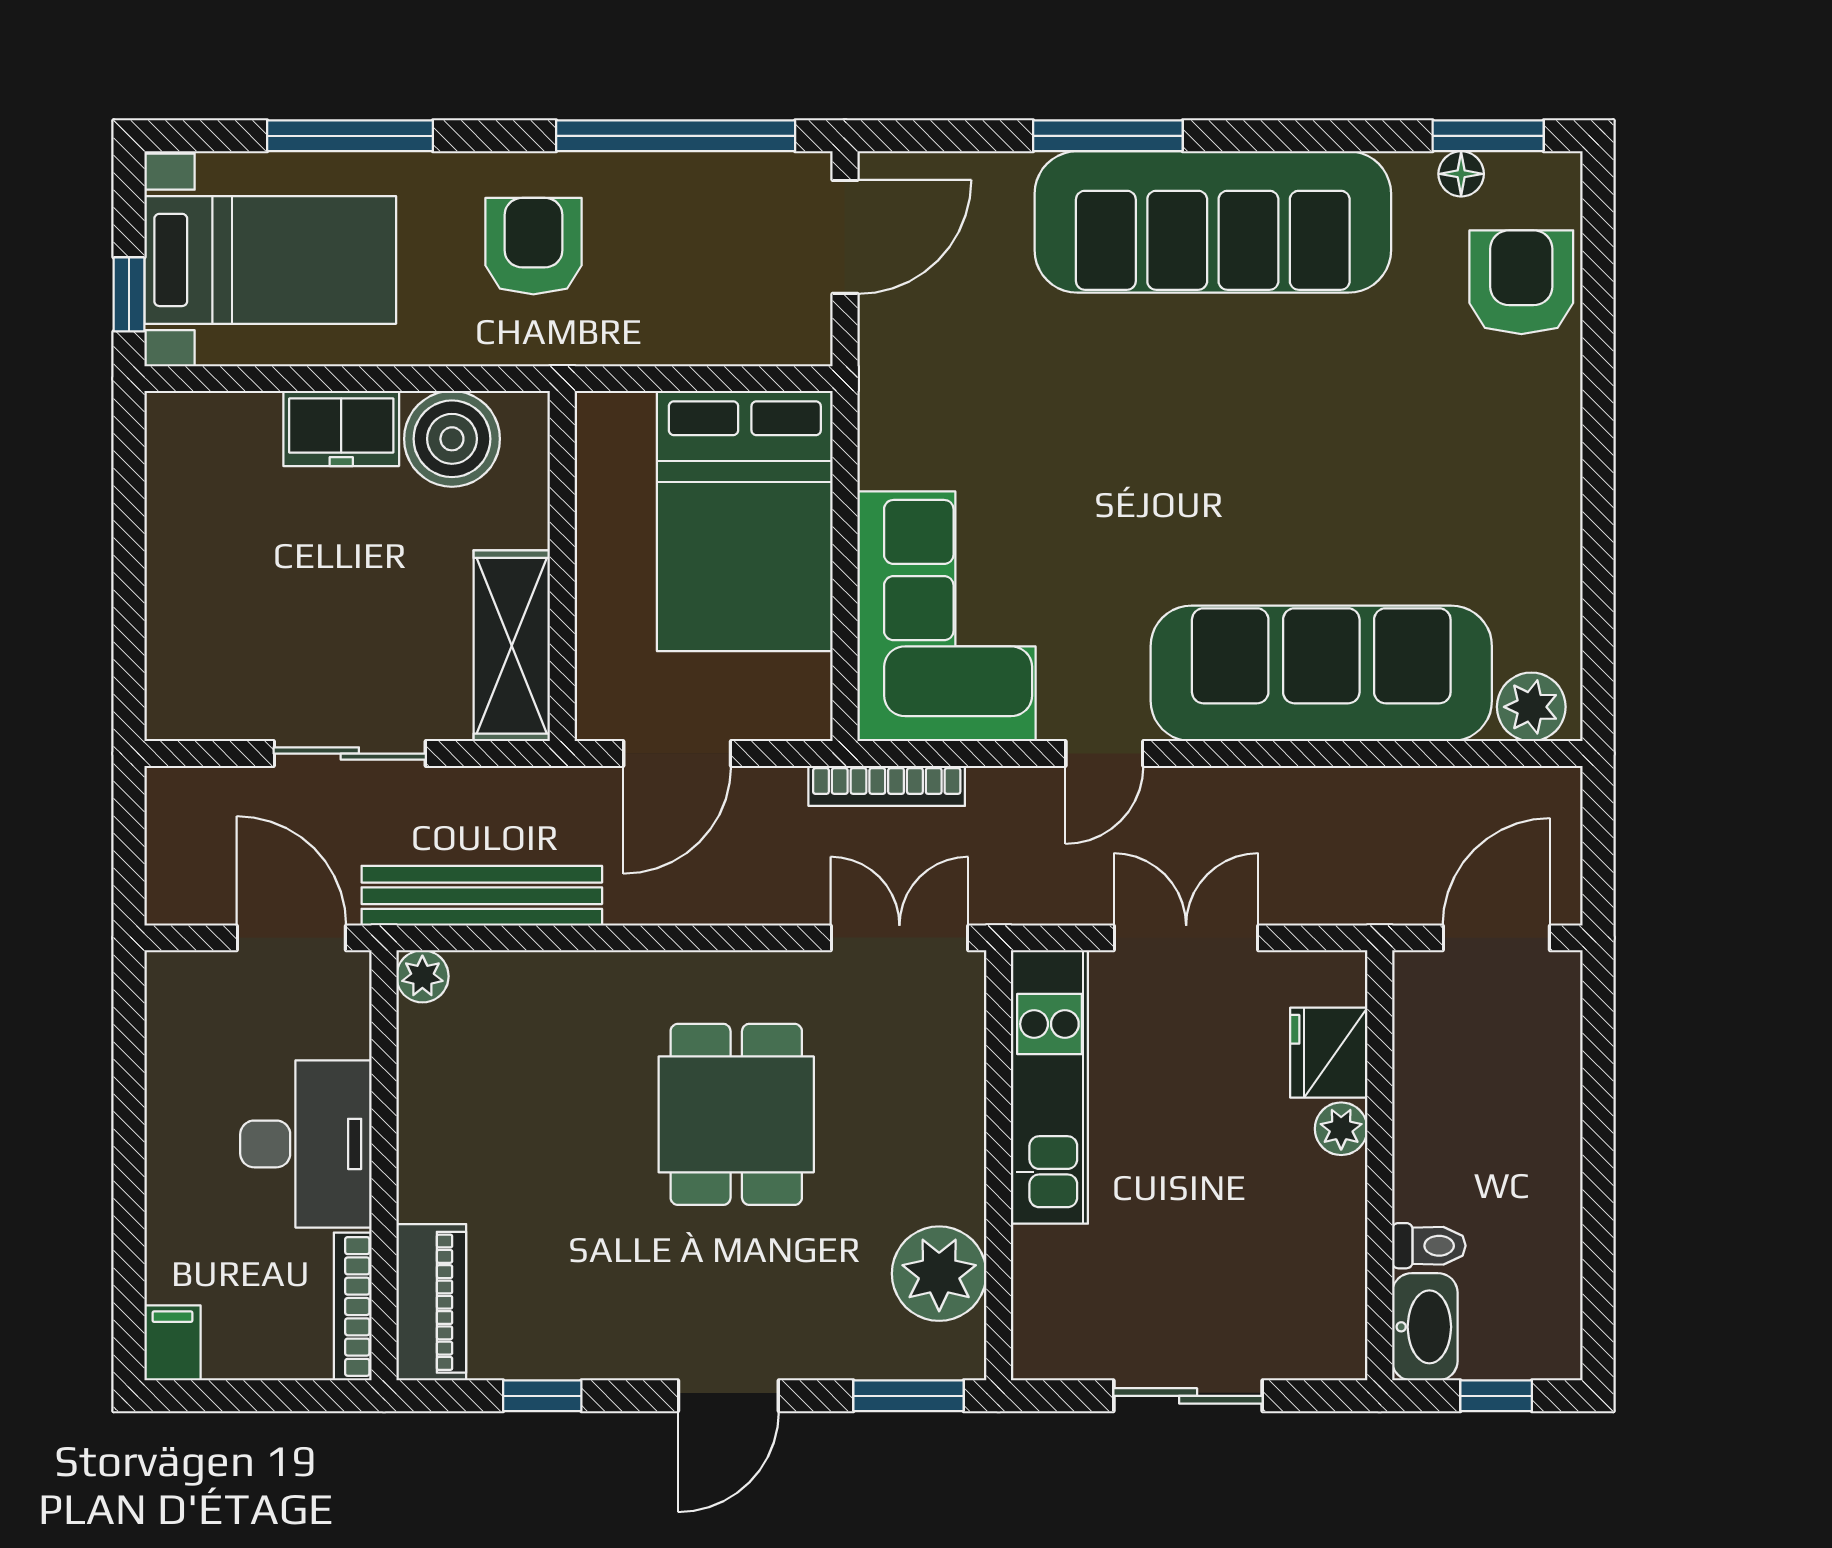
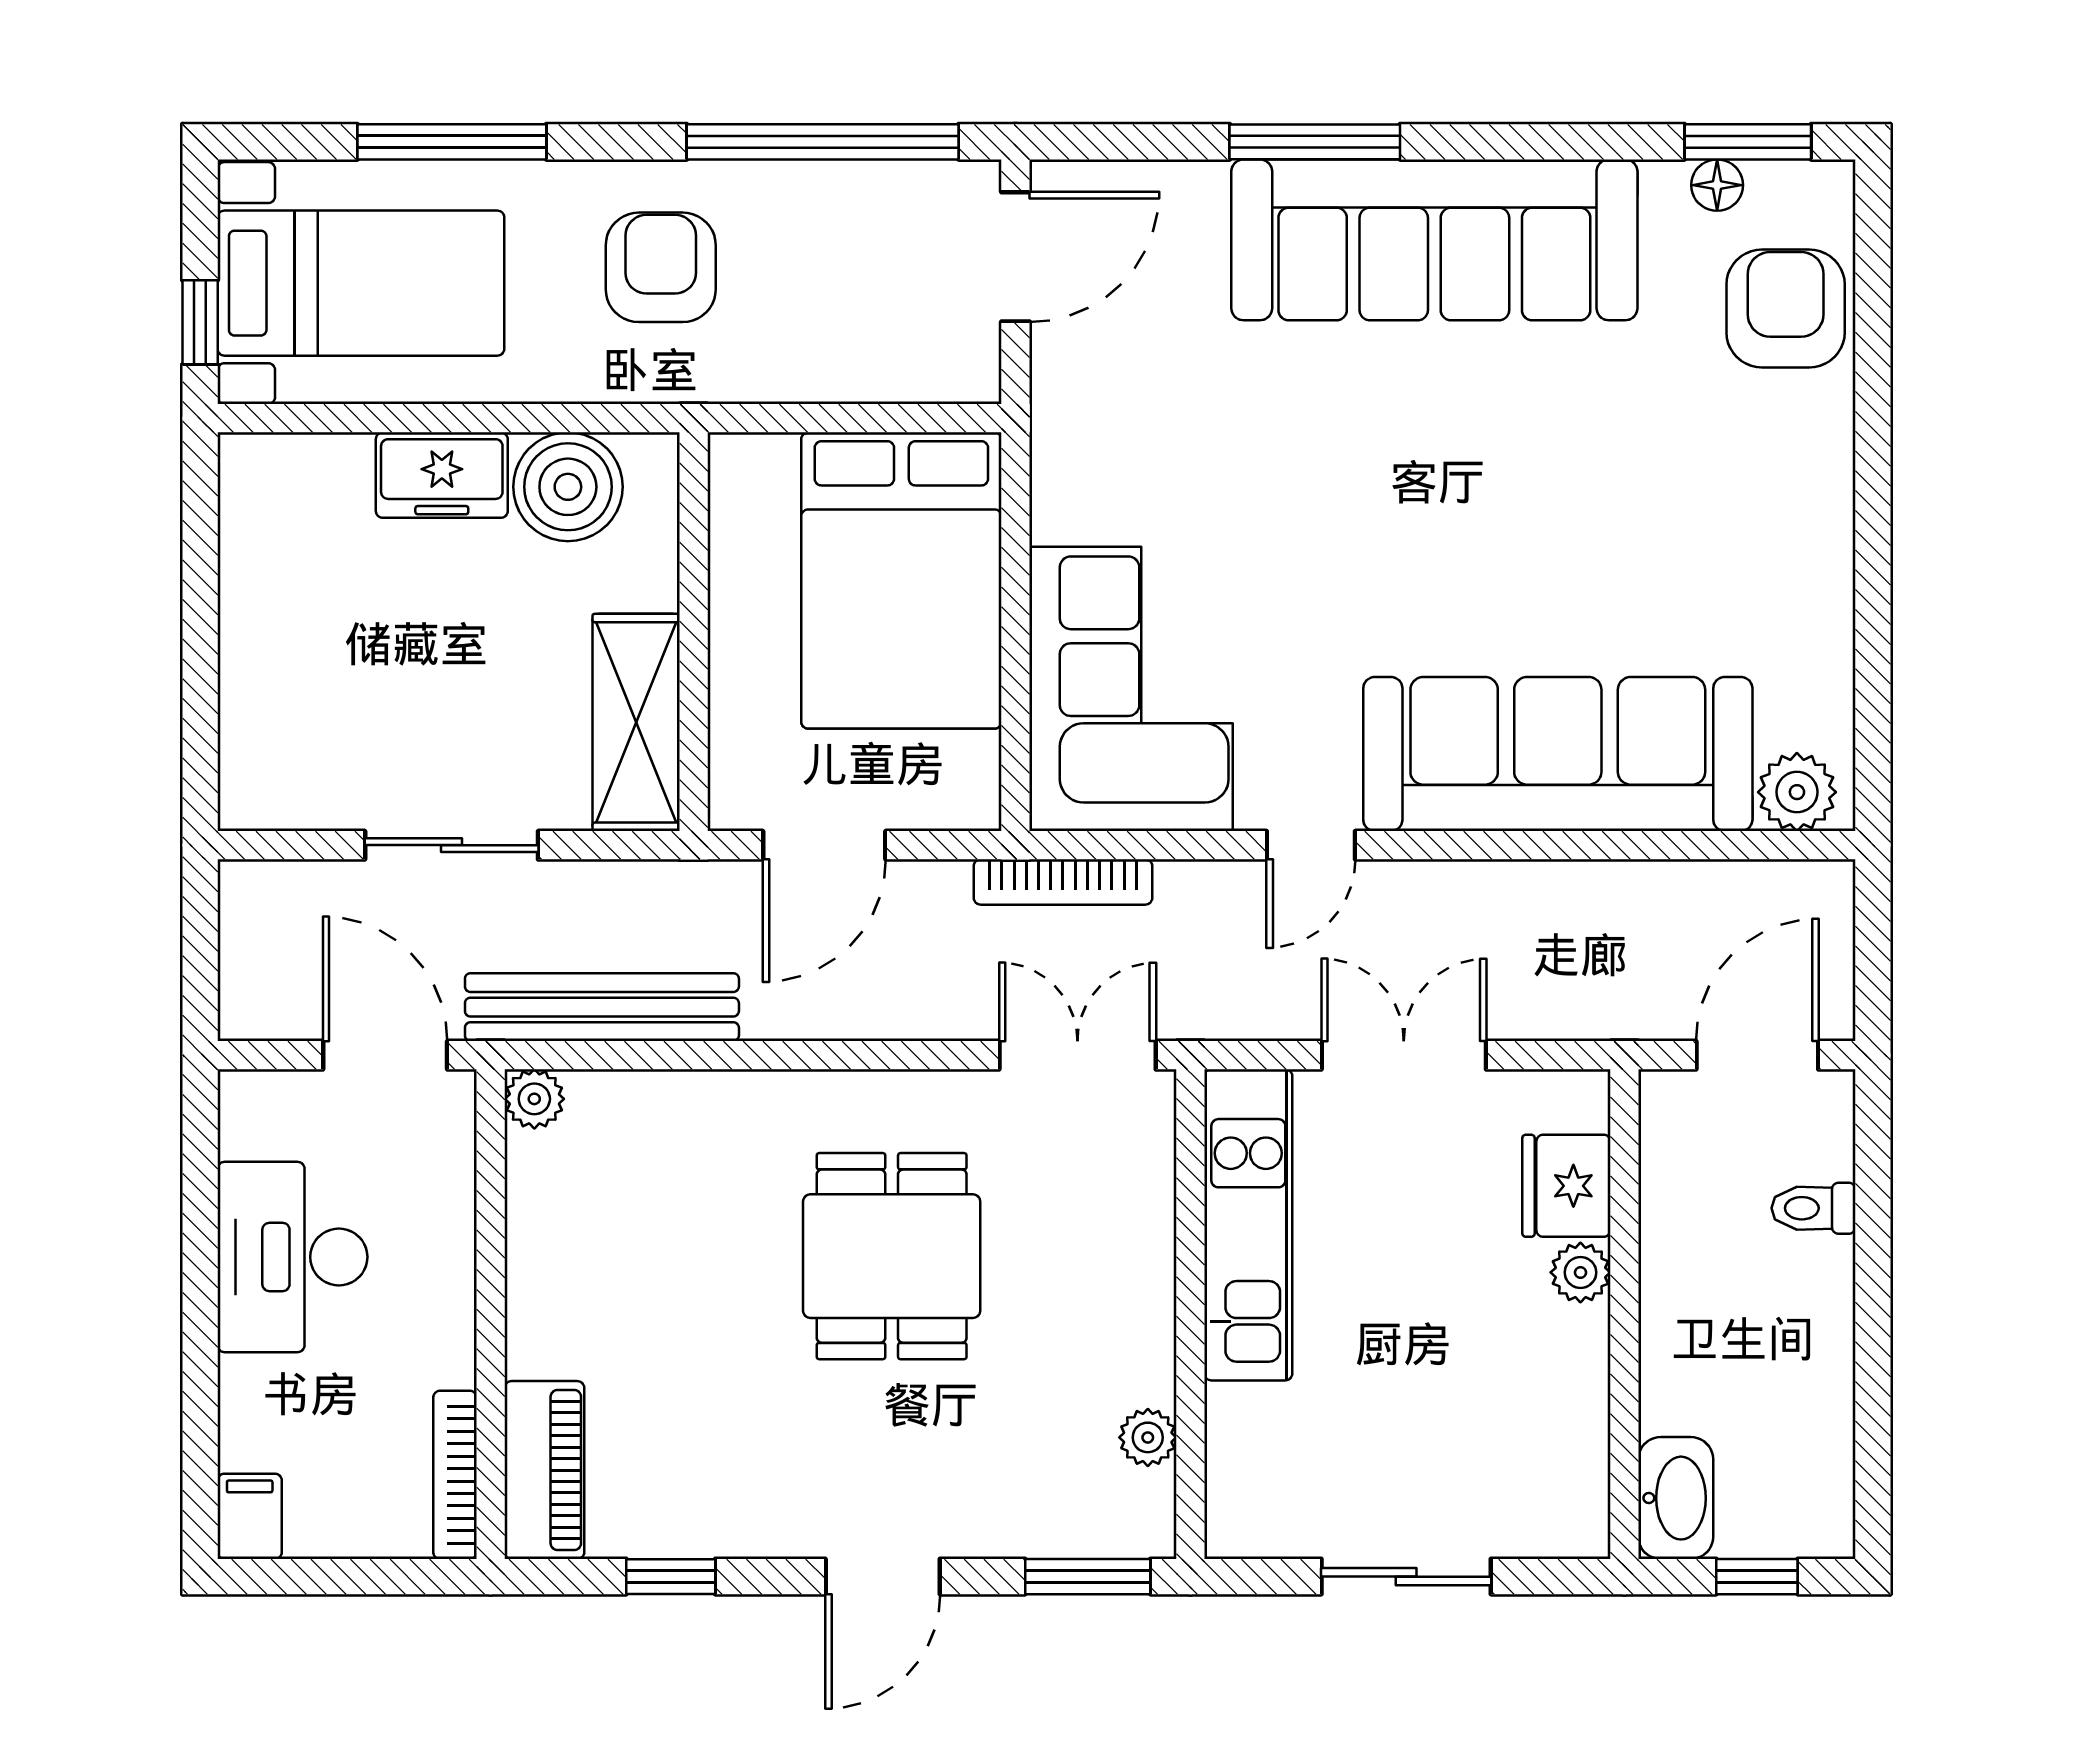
desk: (306, 1144) -> (292, 1257), moved, turned 180
toilet: (1429, 1246) -> (1814, 1208), moved, turned 180
plant: (939, 1274) -> (1148, 1437), width x0.53, depth x0.53

